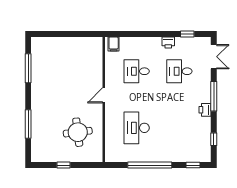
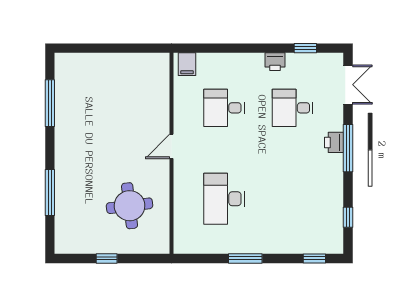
printer: (205, 110) -> (334, 142), moved
window: (150, 165) -> (245, 258), width x0.47

